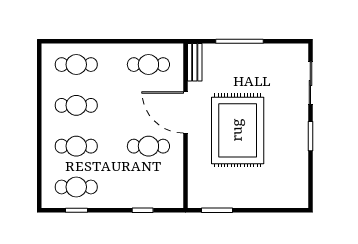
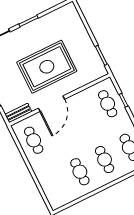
cafe table: (76, 65) -> (55, 184), removed
cafe table: (148, 146) -> (108, 104), moved

